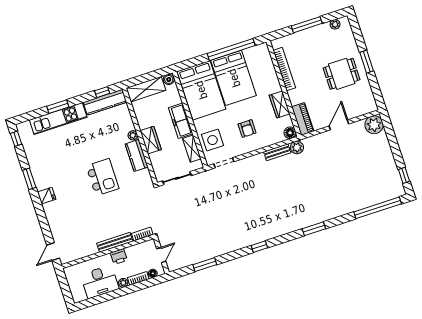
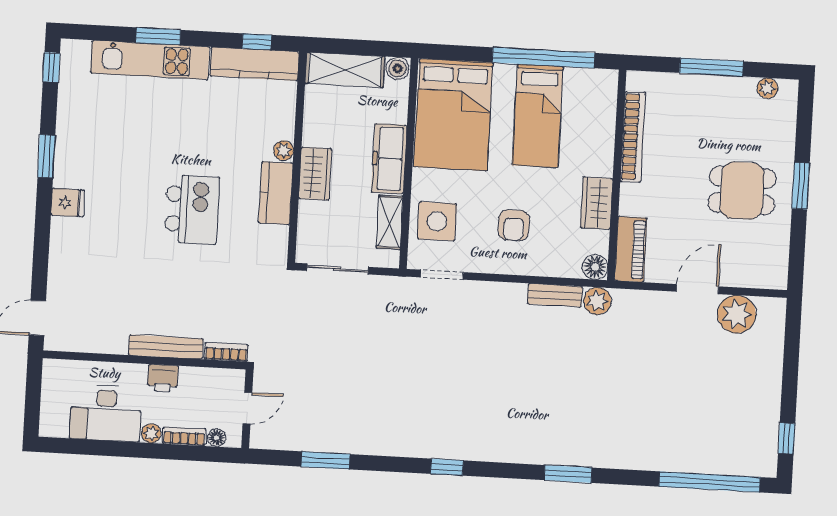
bed: (234, 78) -> (538, 116), width x0.67
plant: (374, 125) -> (737, 314), moved

